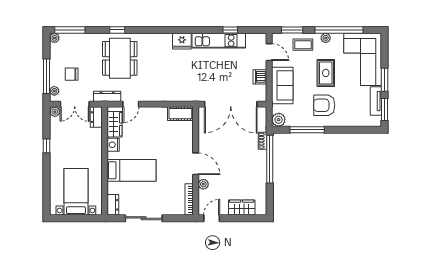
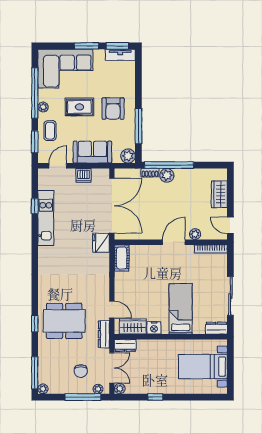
fridge: (182, 41) -> (101, 243), moved, turned 180
tv unit: (376, 101) -> (120, 55), moved
plant: (260, 157) -> (167, 175), added

